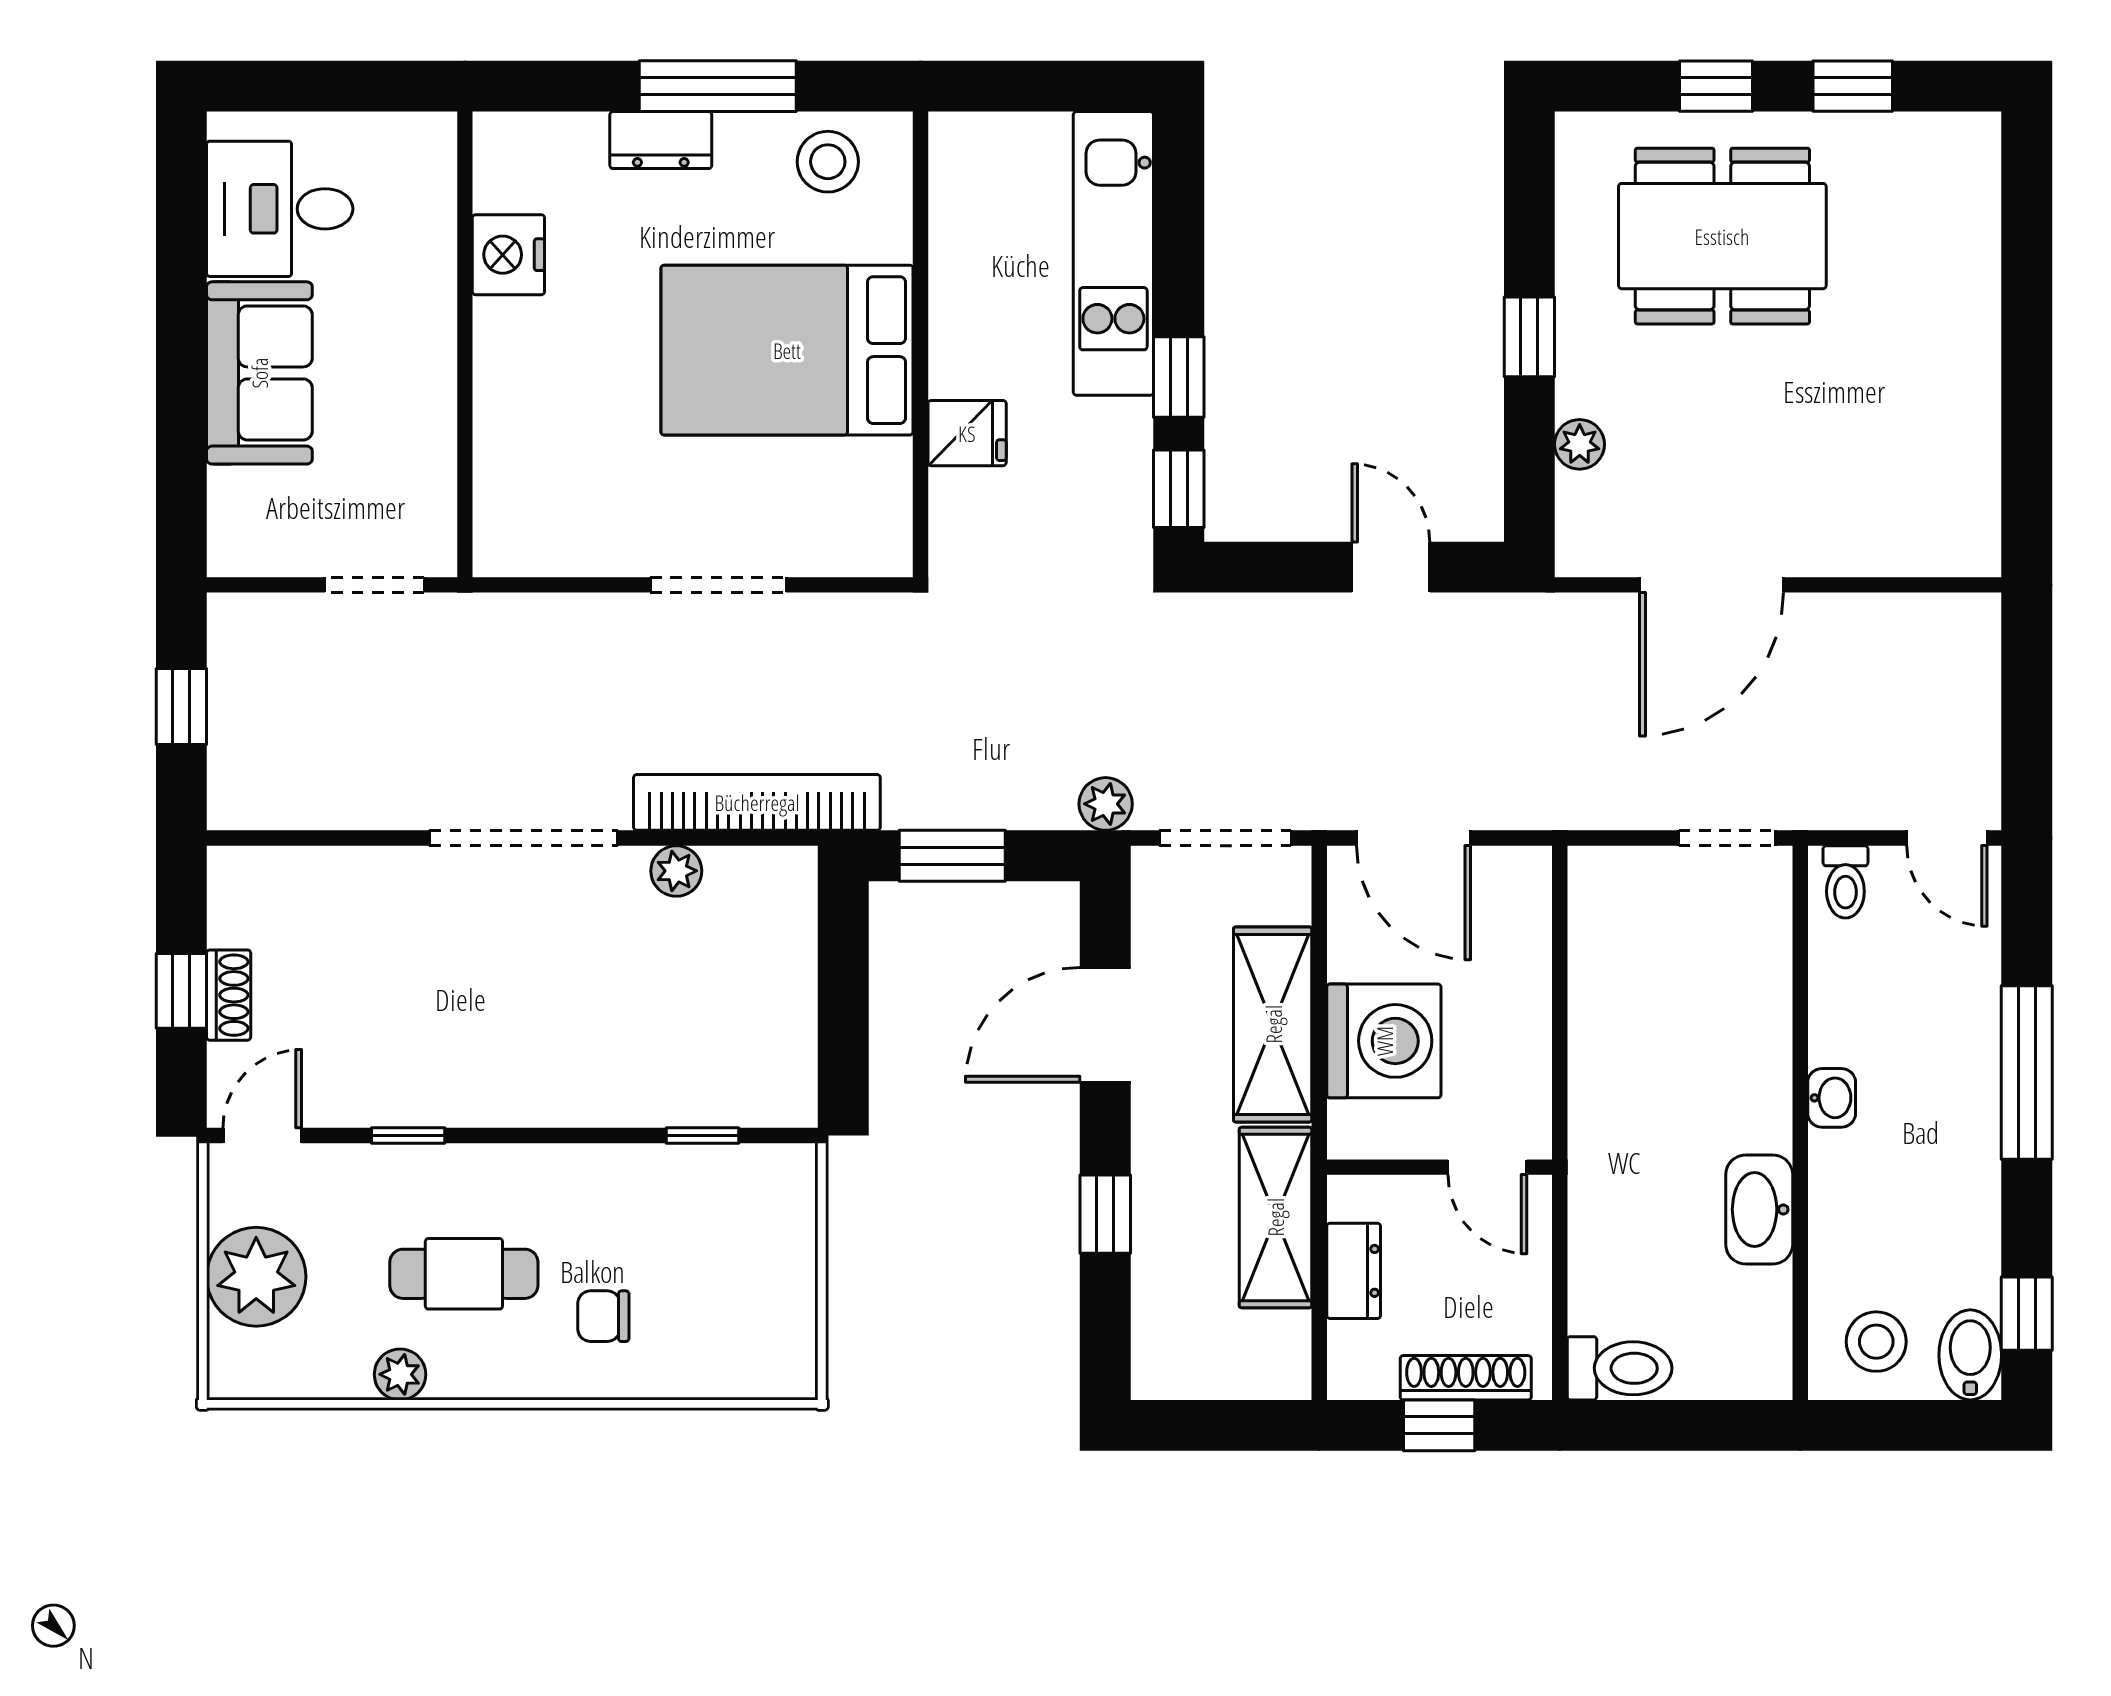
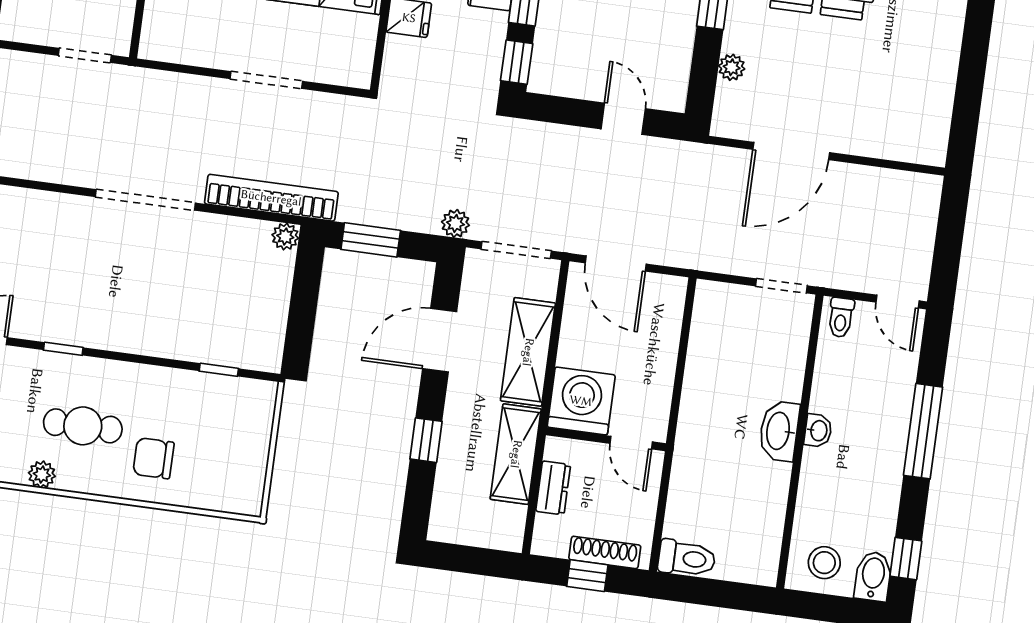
plant: (676, 871) -> (285, 237), moved
washing machine: (1384, 1041) -> (581, 401), moved, turned -90
washbasin: (1759, 1209) -> (779, 431), moved
chair: (603, 1316) -> (153, 458), width x1.37, depth x1.37

